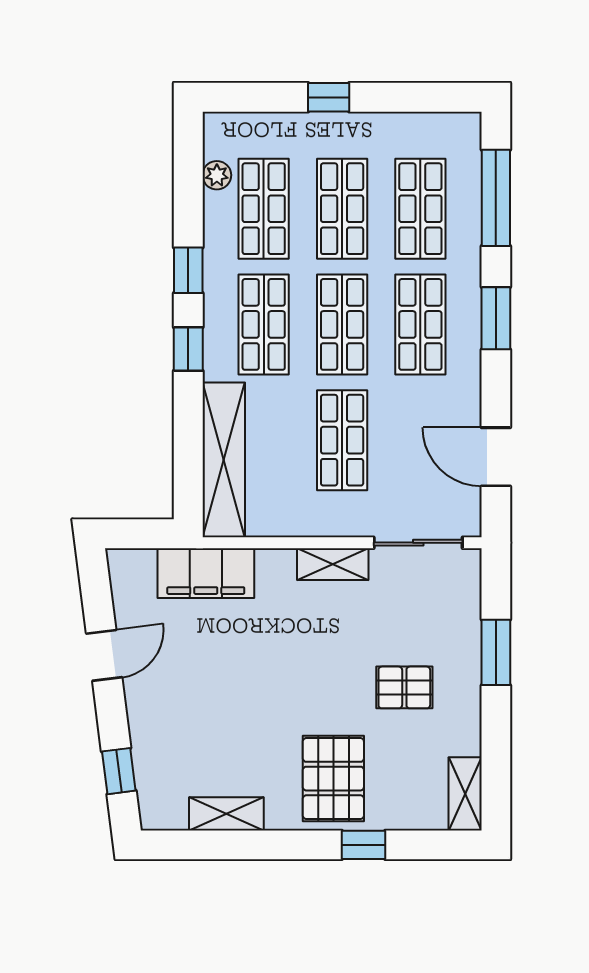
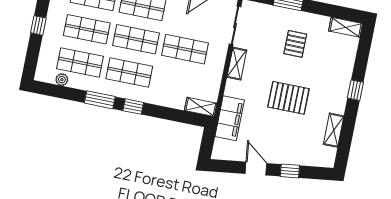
window: (188, 270) -> (100, 100), width x1.50
shelving: (224, 460) -> (201, 107), width x0.45, depth x0.75
window: (119, 771) -> (290, 171), moved
pallet: (333, 779) -> (288, 98), moved
window: (363, 845) -> (355, 90), moved

